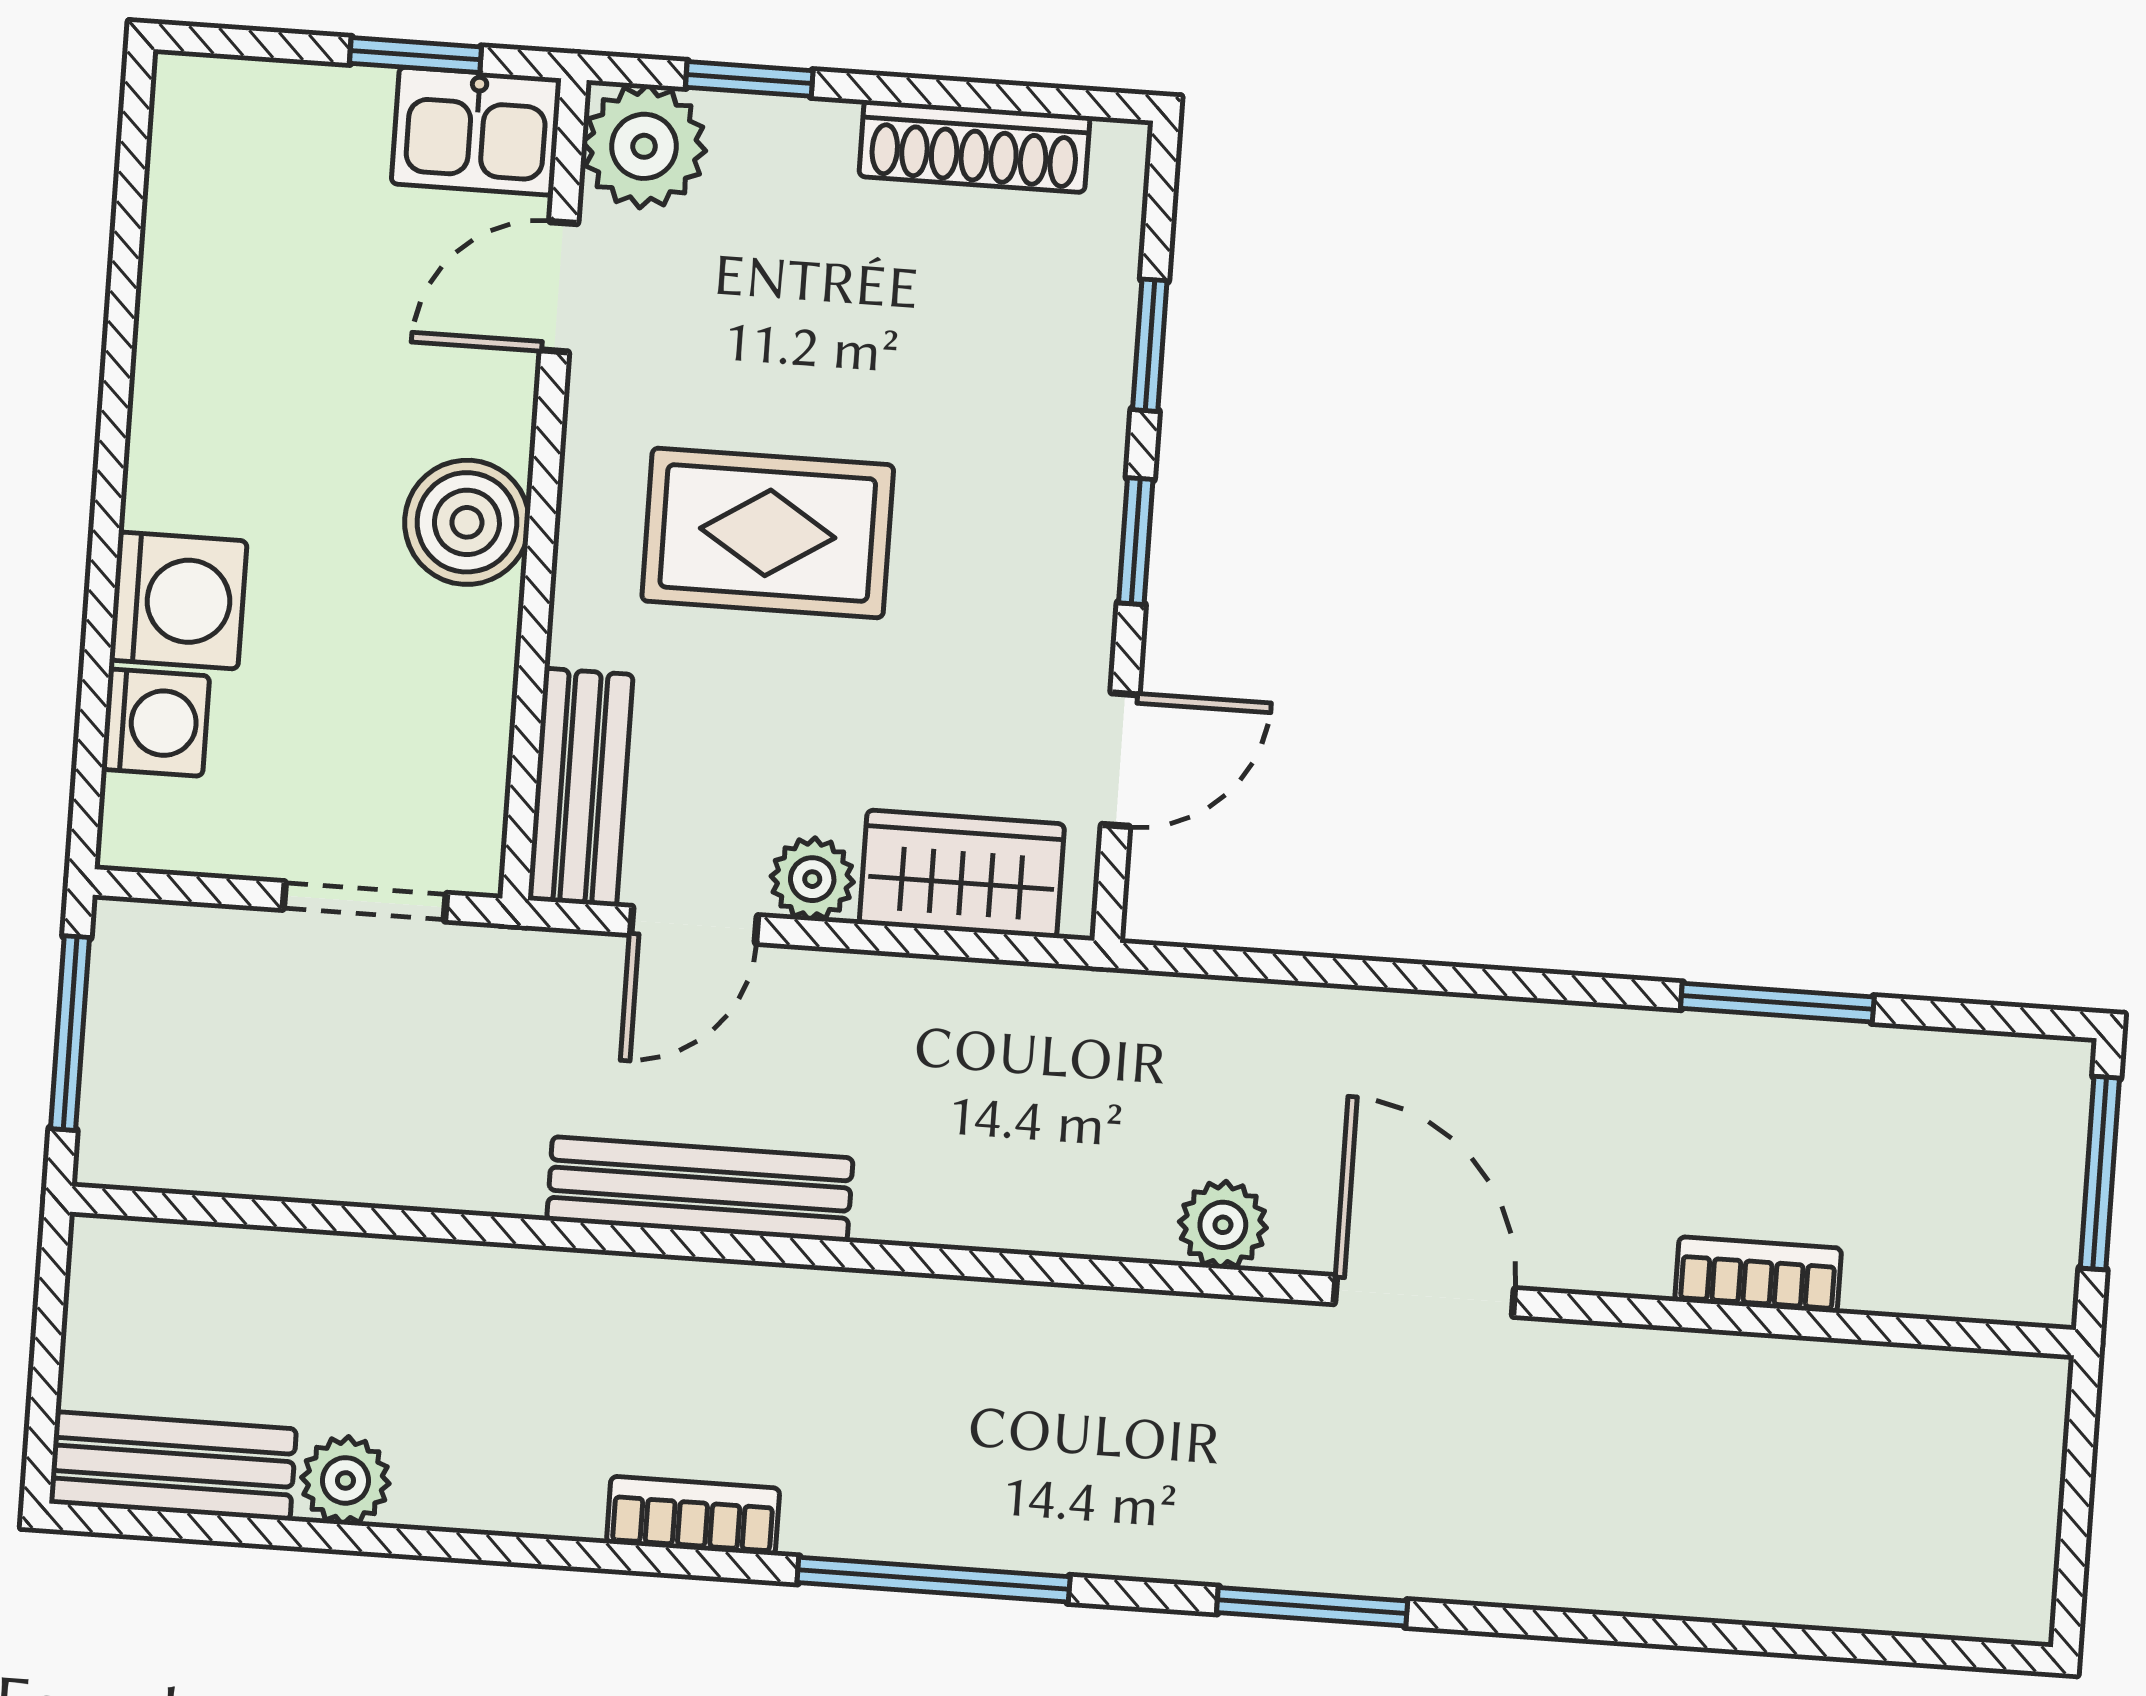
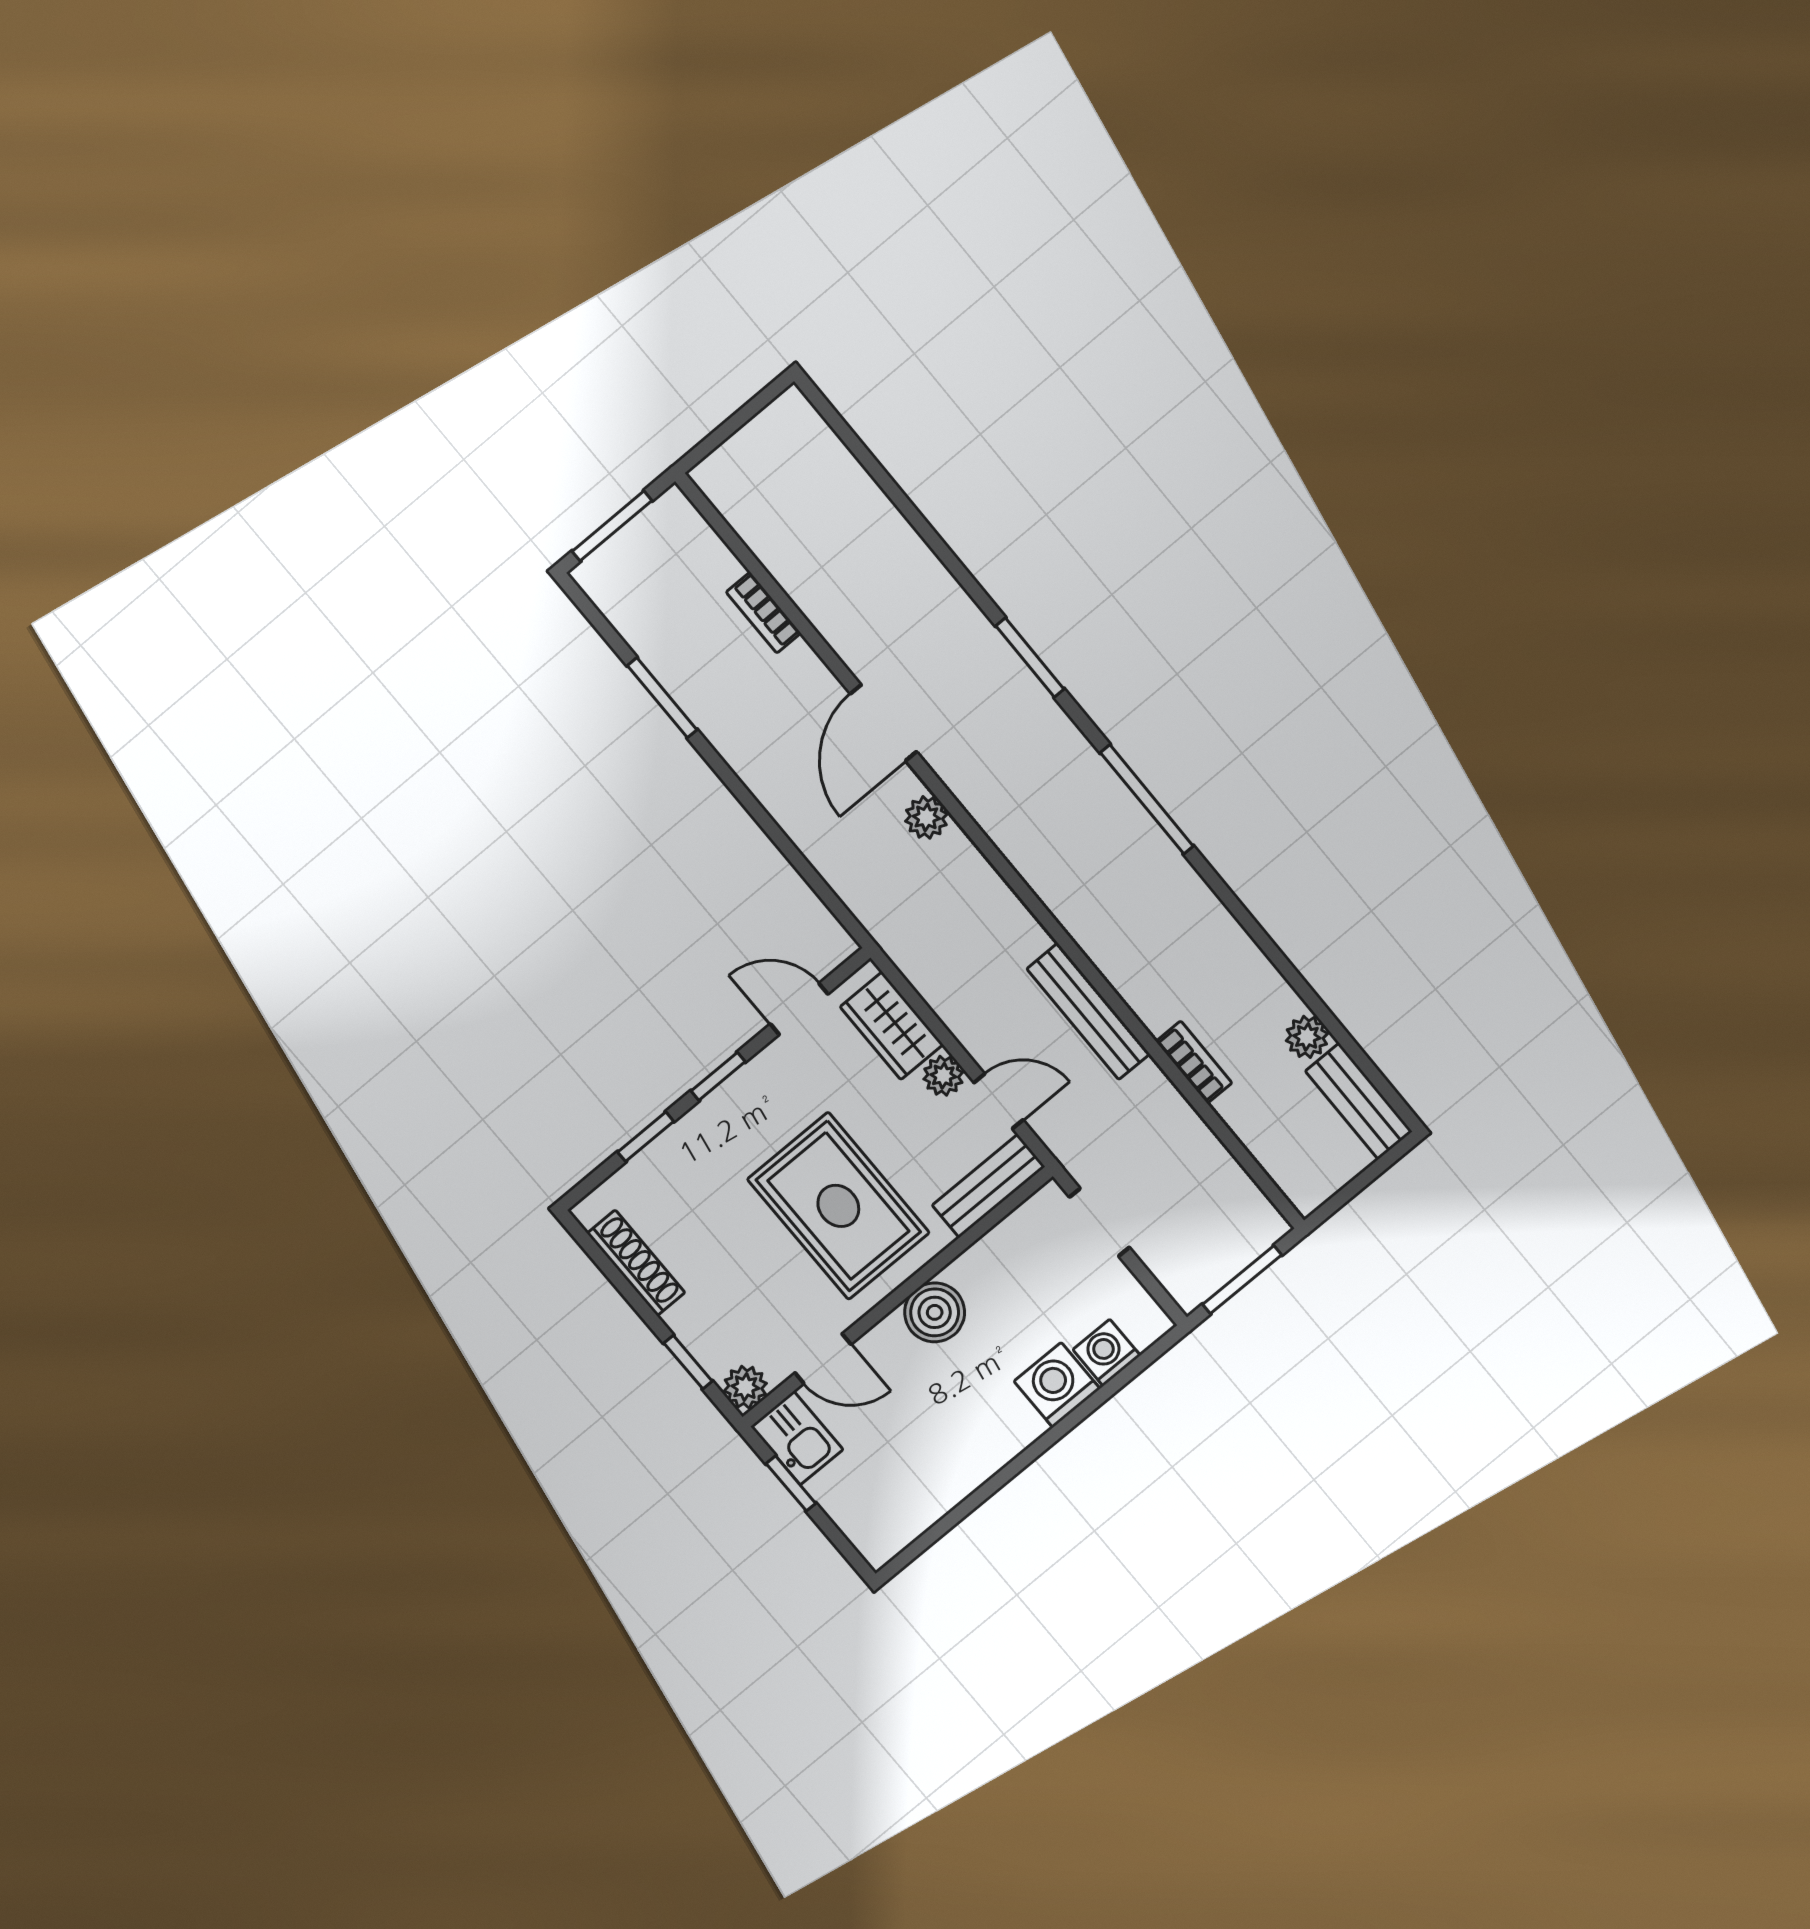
plant: (644, 146) -> (745, 1387), width x0.73, depth x0.73
rug: (768, 533) -> (838, 1206), width x1.36, depth x1.43
bookcase: (693, 1516) -> (1194, 1062), moved, turned 180

